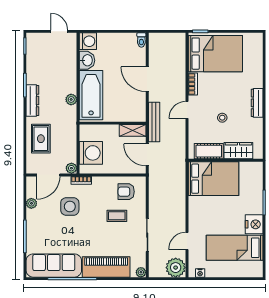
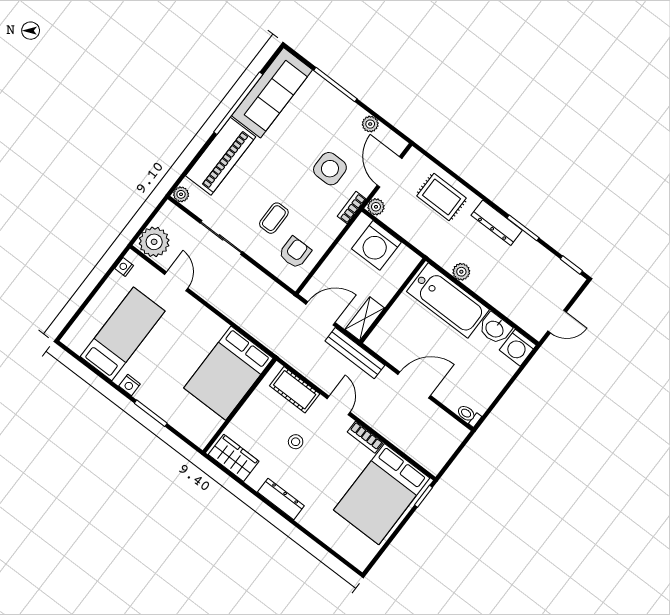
cot: (209, 151) -> (295, 390), moved, turned 90
wardrobe: (238, 151) -> (234, 458), moved, turned -90
nightstand: (254, 224) -> (130, 385), width x0.53, depth x0.56

